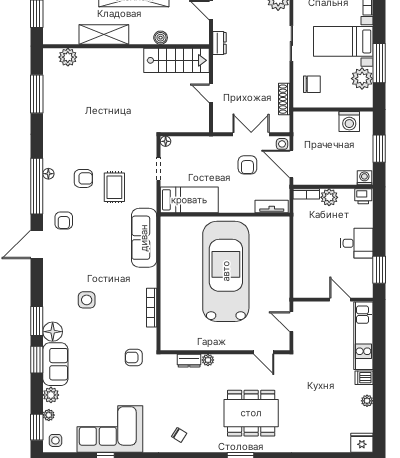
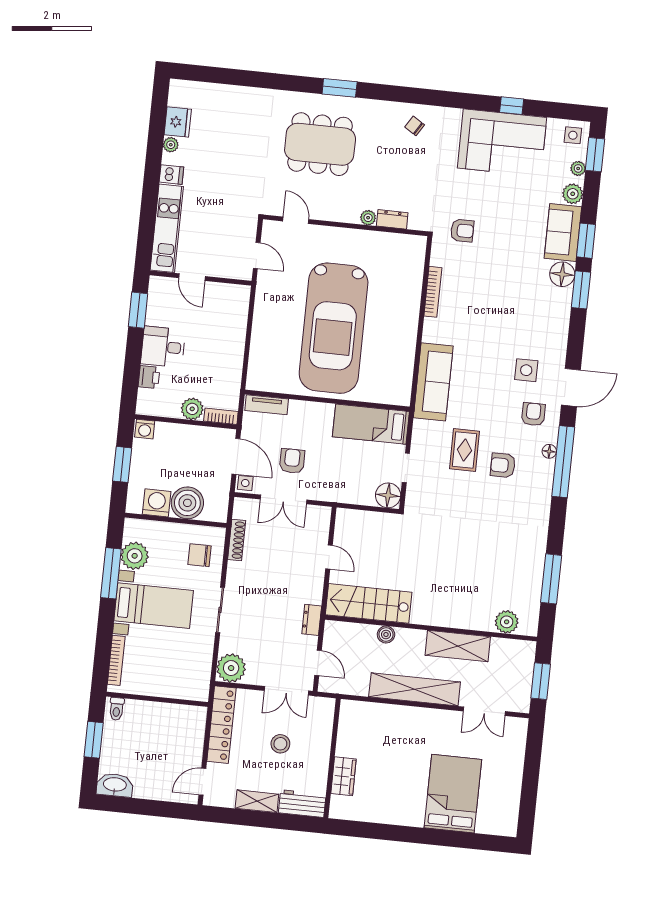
boiler: (325, 124) -> (187, 503), added
floor lamp: (166, 141) -> (388, 495), width x1.89, depth x1.89
floor lamp: (48, 174) -> (549, 451), moved
printer: (363, 196) -> (149, 377), moved, turned 90
side table: (87, 300) -> (526, 370), moved
fridge: (362, 443) -> (178, 122), moved, turned -90

